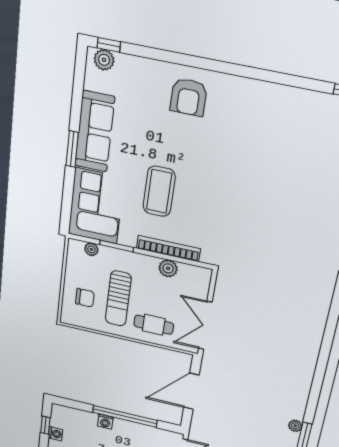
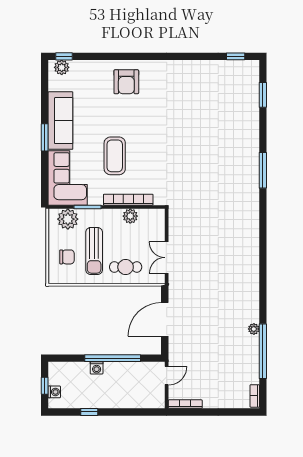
plant: (91, 249) -> (68, 219), width x1.88, depth x1.88
double door: (205, 325) -> (167, 258), width x0.73

